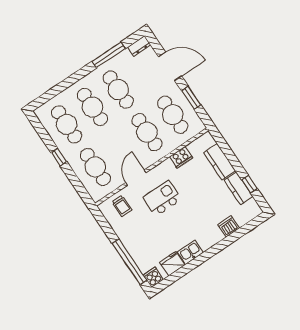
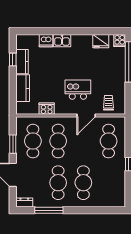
cafe table: (67, 124) -> (109, 183), removed
kitchen island: (162, 198) -> (78, 90), turned 180
kitchen sink: (190, 252) -> (62, 41), moved

